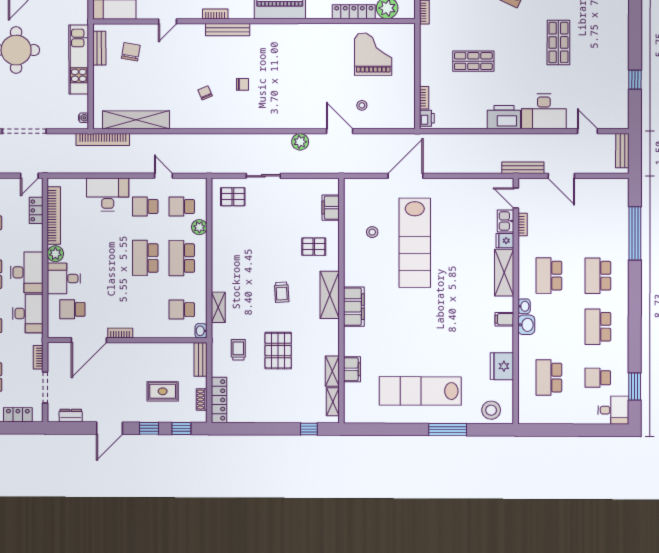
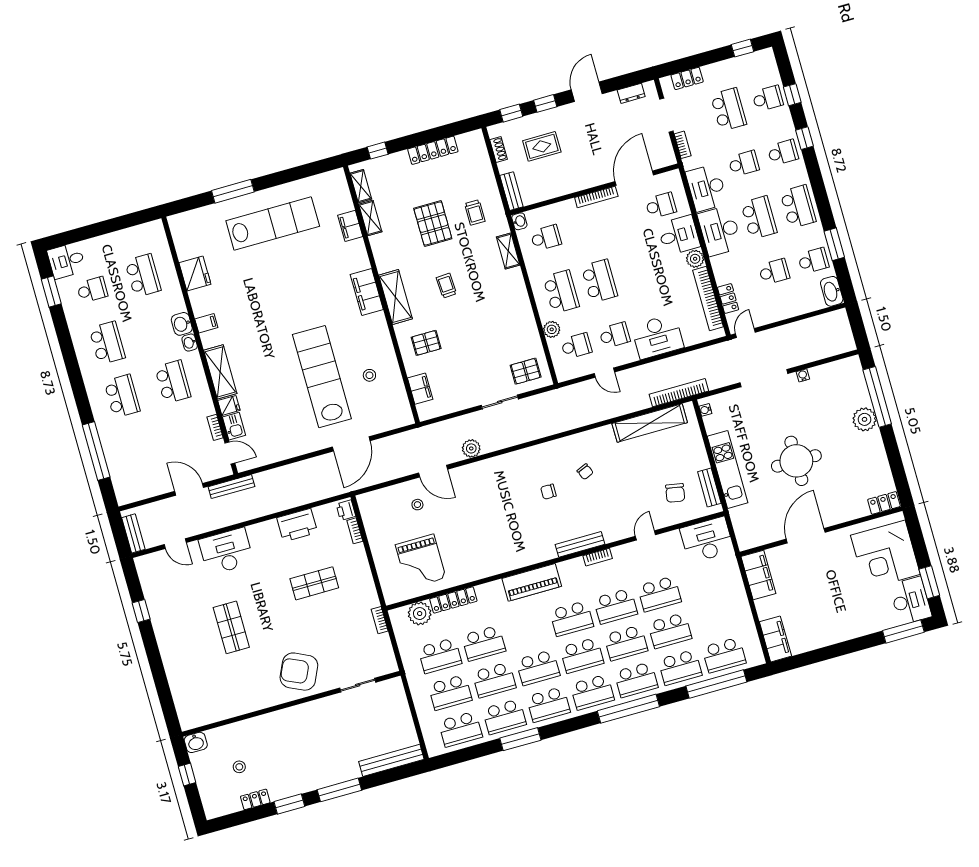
printer: (504, 117) -> (297, 525), moved
bookcase: (120, 333) -> (596, 197), width x1.56
locker: (219, 400) -> (433, 150), moved, turned -90
stool: (491, 410) -> (193, 224), removed

